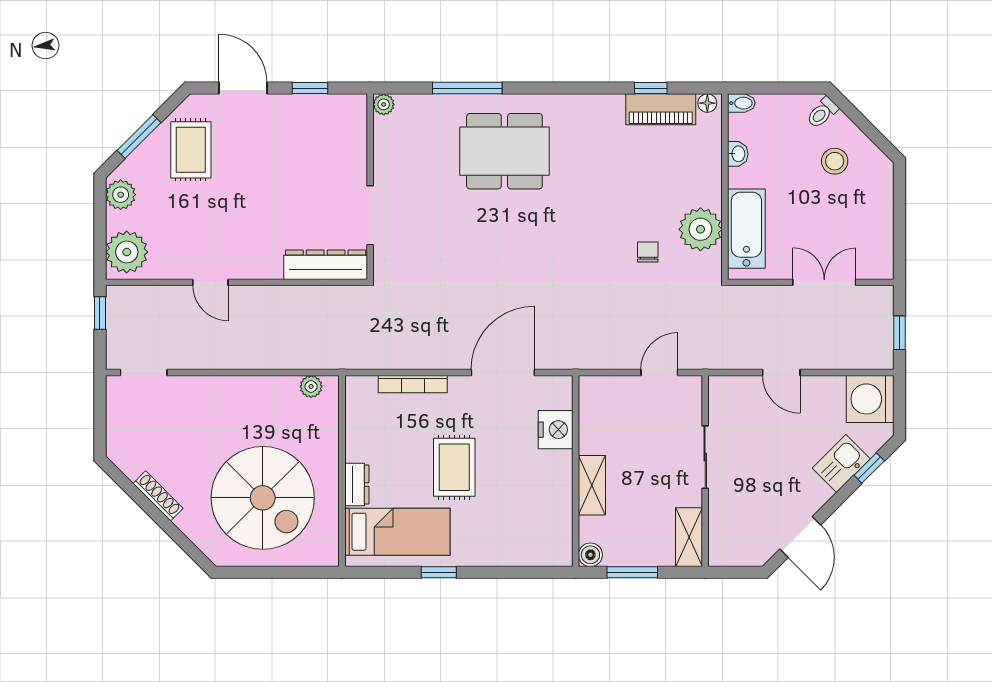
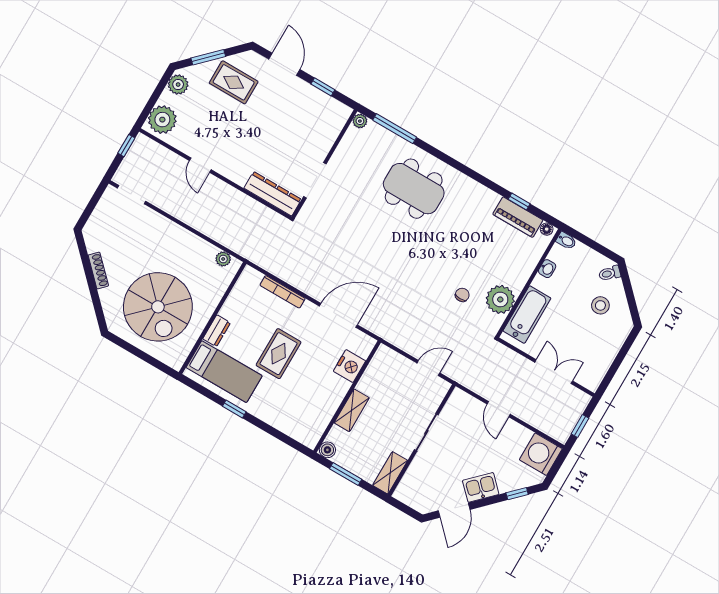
window: (467, 88) -> (395, 129), moved
rug: (191, 150) -> (234, 82), turned 90
kitchen sink: (841, 463) -> (481, 487), moved

